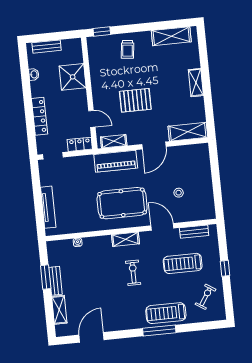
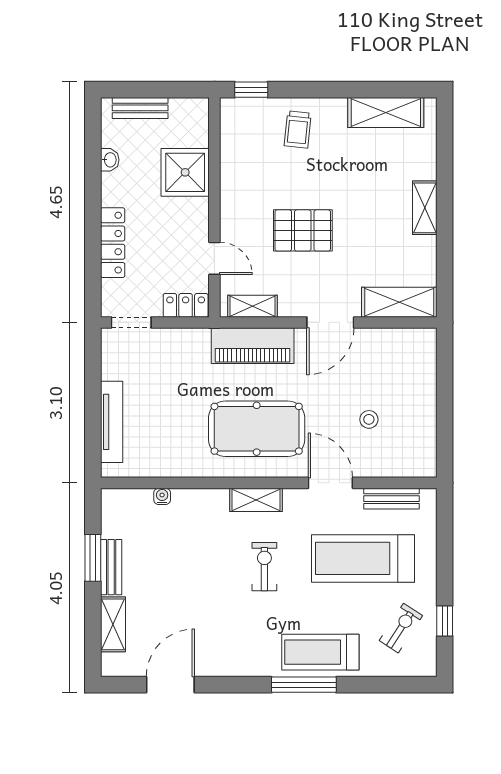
treadmill: (183, 263) -> (363, 558), width x1.37, depth x1.38
window: (225, 268) -> (445, 621), moved

